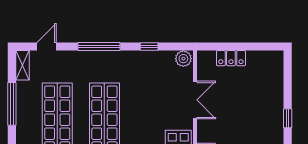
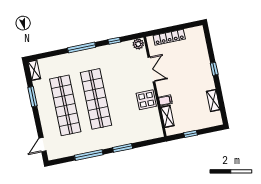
door: (47, 47) -> (47, 55), removed
locker: (231, 58) -> (169, 37), width x1.53
window: (12, 104) -> (33, 97), width x0.69

